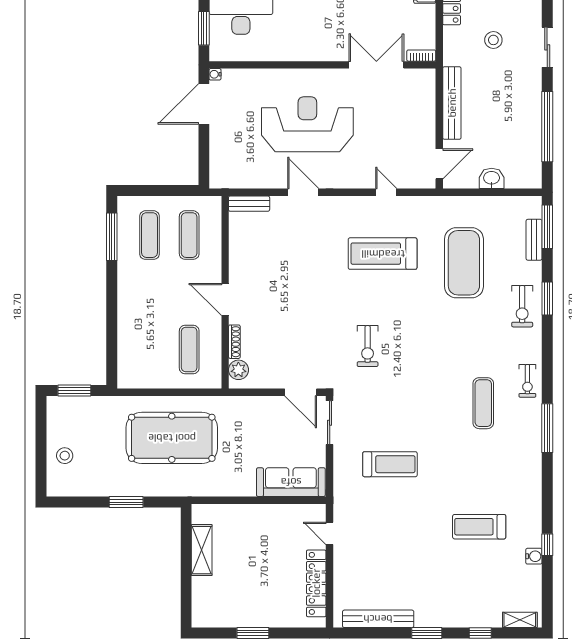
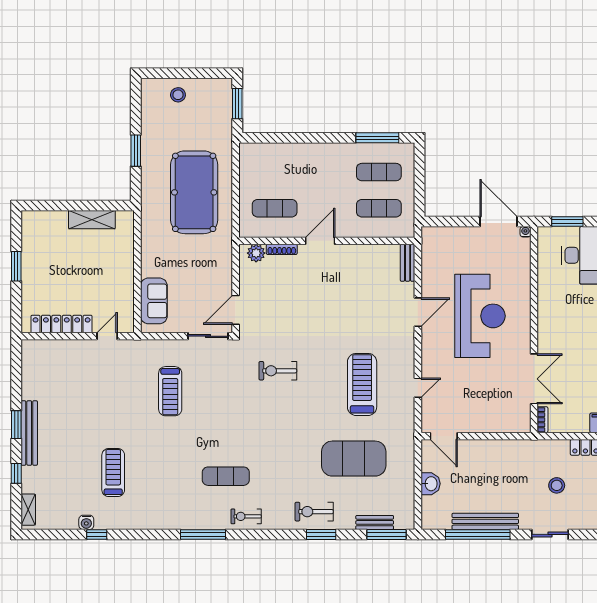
bench: (452, 103) -> (485, 521), moved
sofa: (291, 482) -> (154, 301), width x0.73
bench: (378, 619) -> (29, 433), moved

